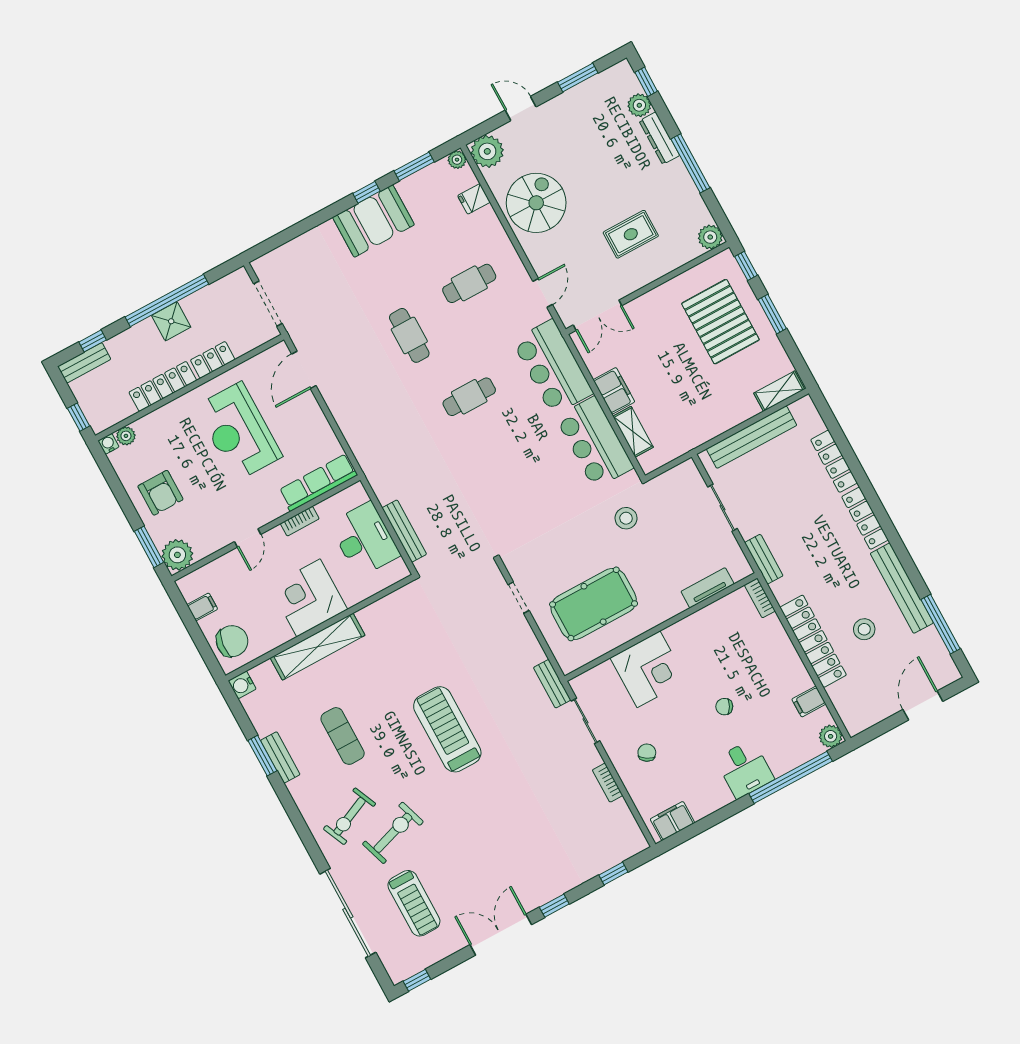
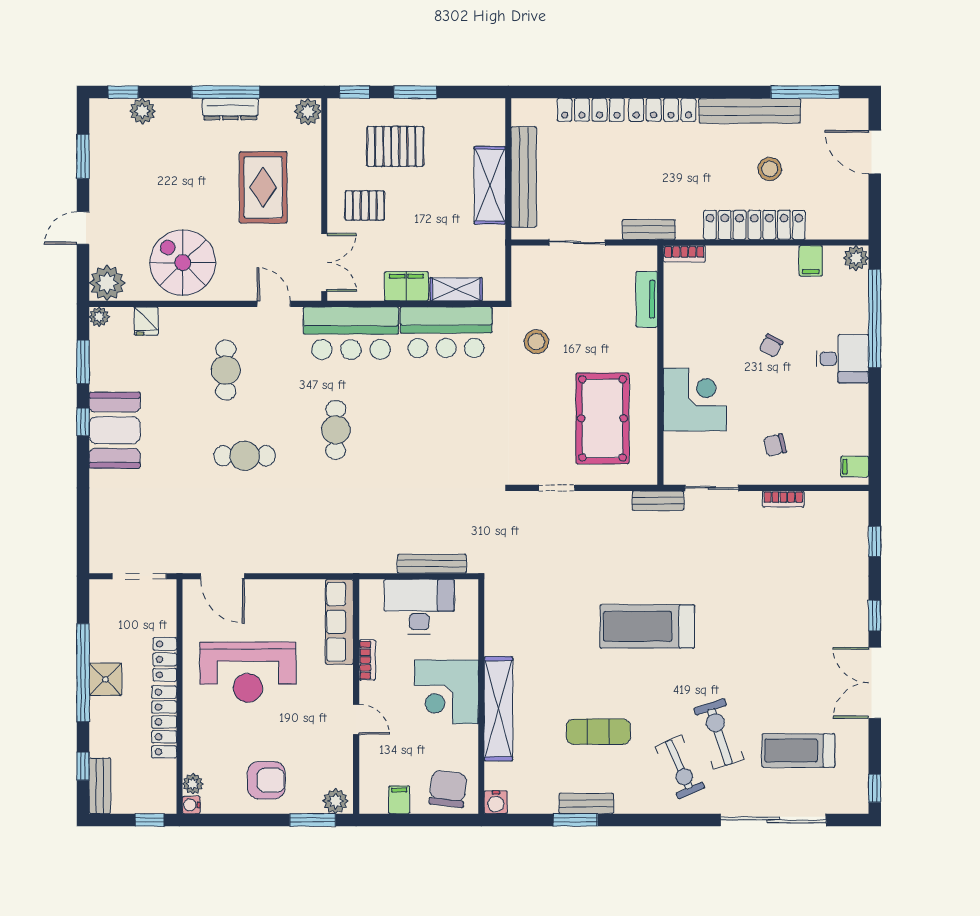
dresser: (659, 138) -> (230, 109), moved
rug: (631, 234) -> (263, 187), width x1.36, depth x1.43
pallet: (720, 322) -> (395, 146), width x0.73, depth x0.71
pallet: (660, 323) -> (365, 205), added
shelving: (779, 391) -> (490, 185), moved, width x1.50, depth x1.33
plant: (177, 555) -> (335, 801), width x0.73, depth x0.73
chair: (647, 753) -> (775, 445), turned -46
filing cabinet: (672, 821) -> (855, 467), width x0.50
treadmill: (414, 903) -> (798, 751), turned 180

